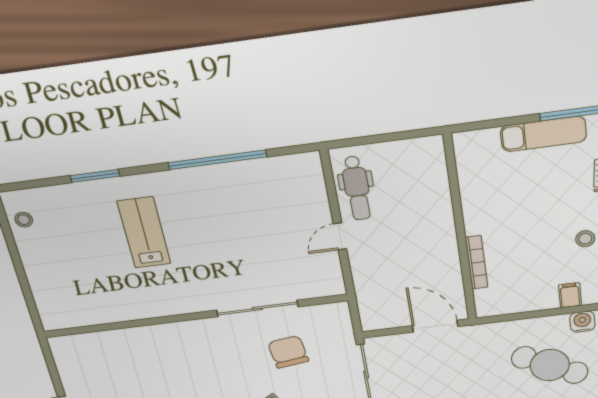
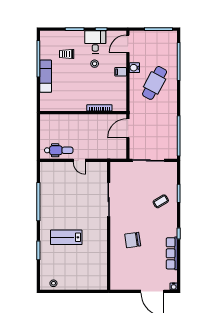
chair: (288, 352) -> (133, 240), moved

